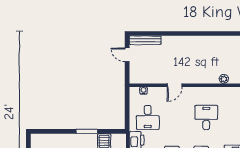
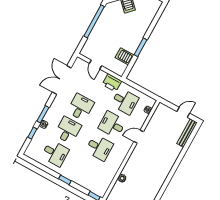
door: (175, 85) -> (139, 137), hinge flipped
desk: (148, 117) -> (125, 101), turned 180
desk: (177, 117) -> (112, 124), added

